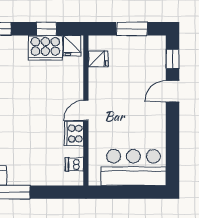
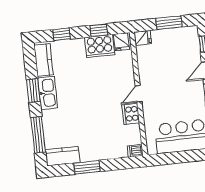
fridge: (98, 59) -> (143, 38), moved
dishwasher: (74, 164) -> (135, 151), moved

